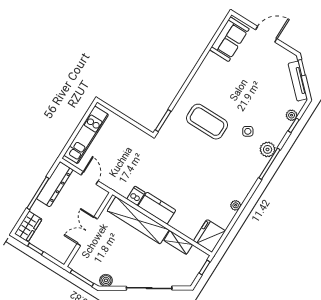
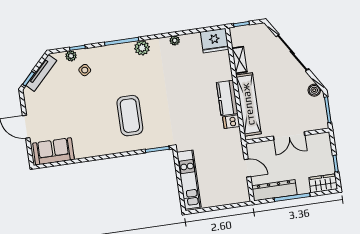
side table: (248, 131) -> (85, 70), moved
kitchen unit: (86, 135) -> (189, 180), moved, turned 90
plant: (268, 149) -> (142, 48), moved
door: (90, 178) -> (247, 168), swing flipped

